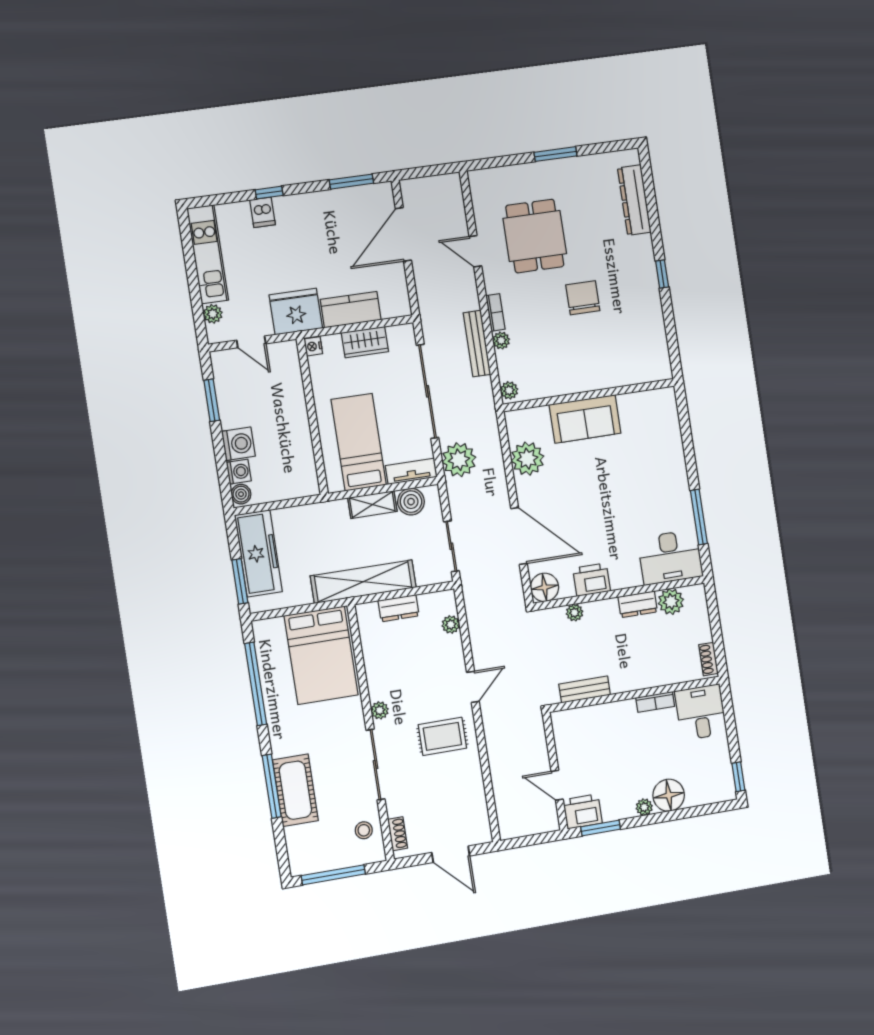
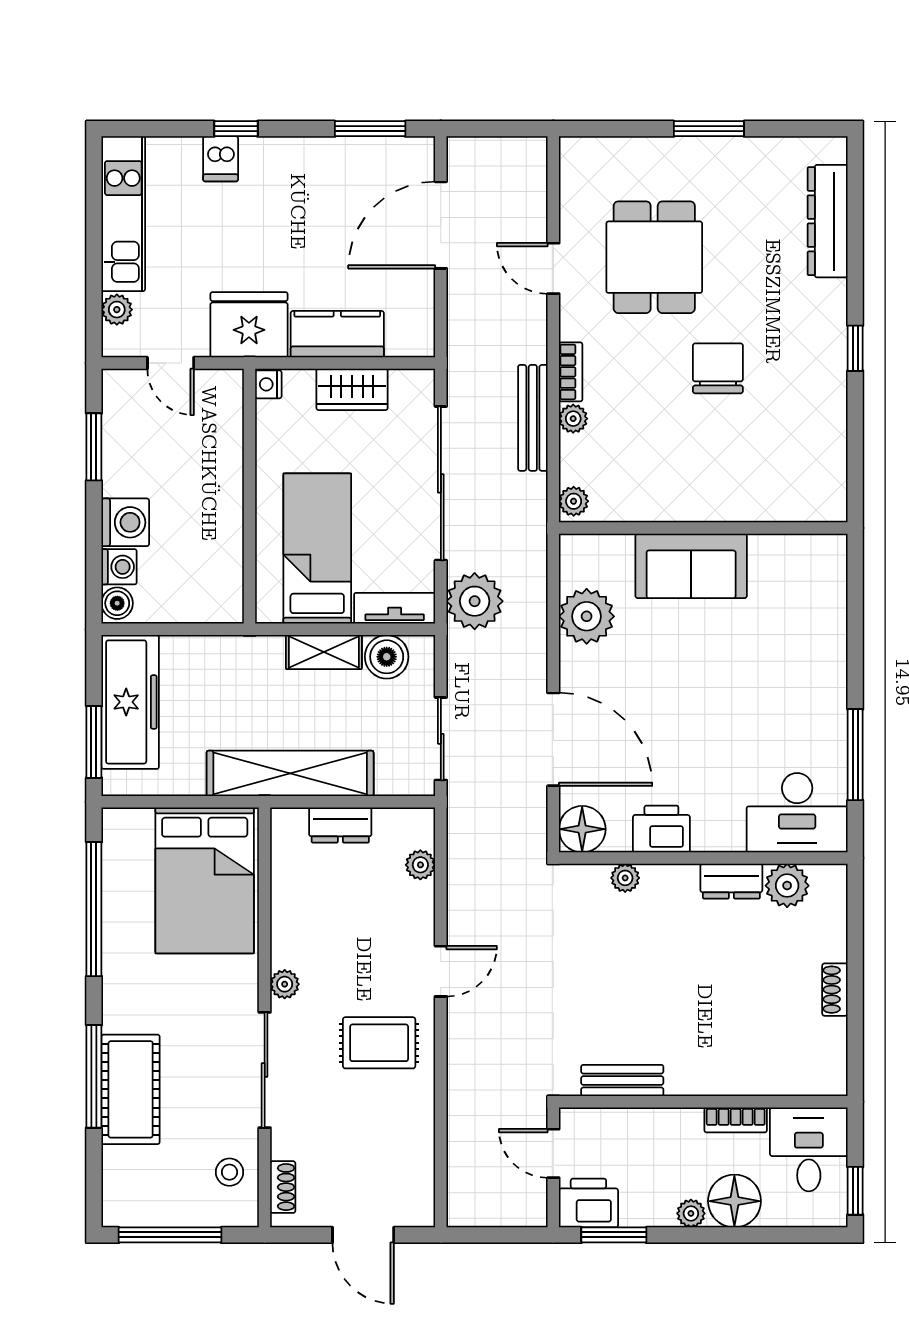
bench: (585, 689) -> (622, 1081), moved
wall: (634, 694) -> (703, 1102), moved
bookcase: (655, 702) -> (736, 1120), moved
desk: (701, 712) -> (809, 1149), moved

